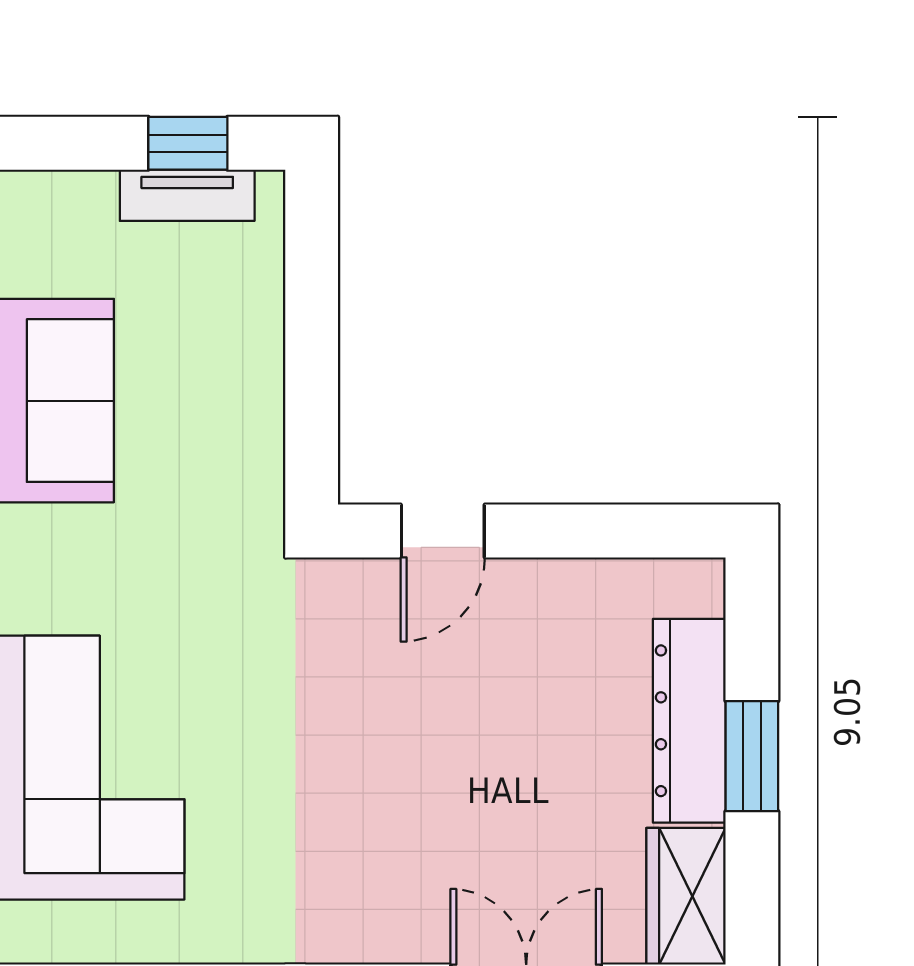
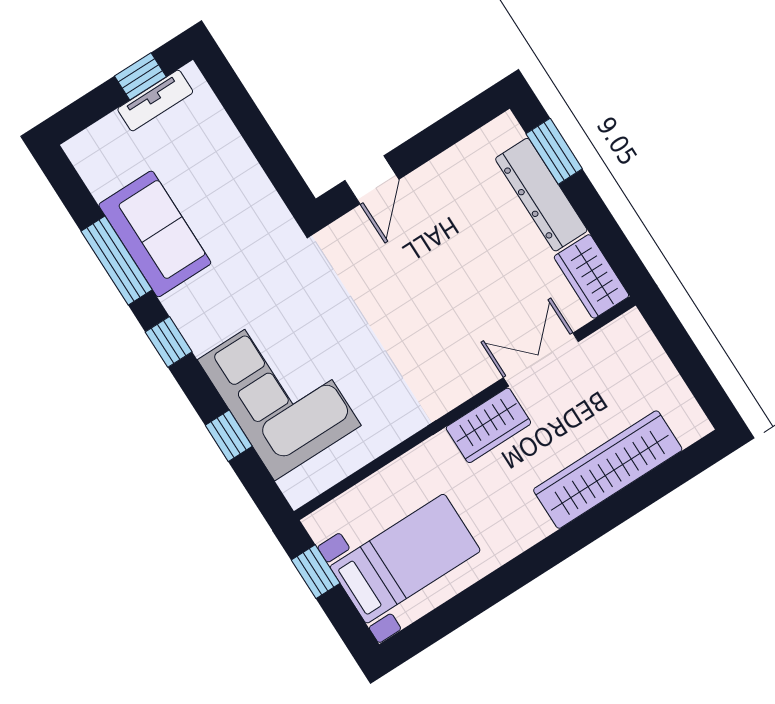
window: (752, 756) -> (554, 151), moved

